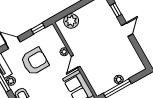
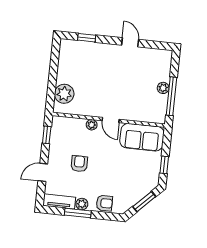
door: (127, 30) -> (130, 42), moved
armchair: (35, 61) -> (79, 164), width x0.53, depth x0.53

